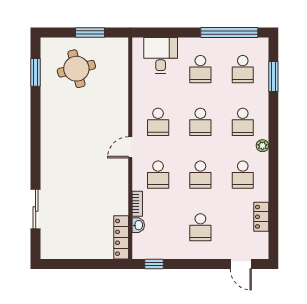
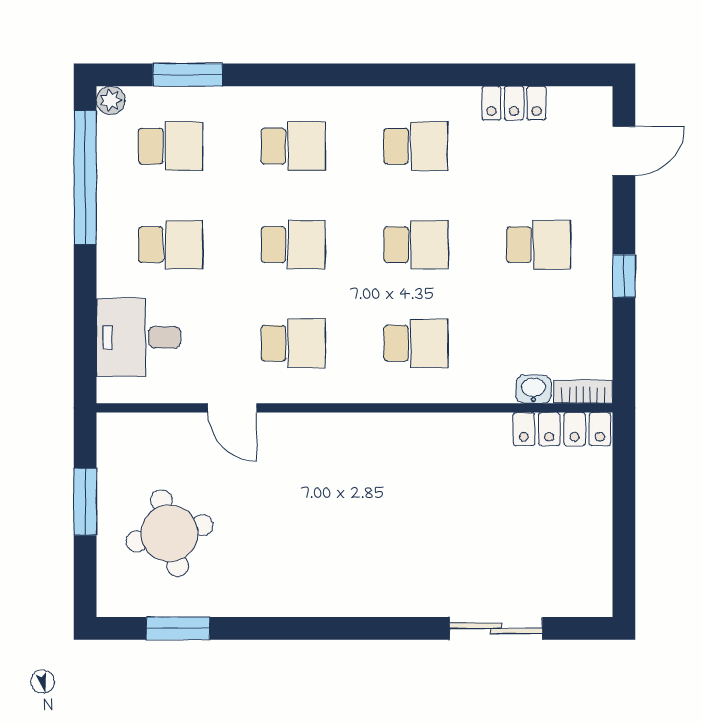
plant: (262, 146) -> (111, 100), moved
door: (130, 147) -> (232, 408), moved
bookcase: (137, 204) -> (583, 392), moved
window: (154, 264) -> (624, 276), moved

